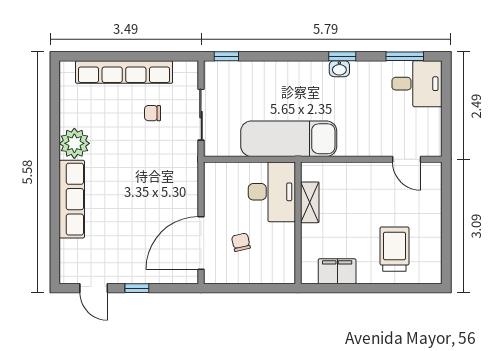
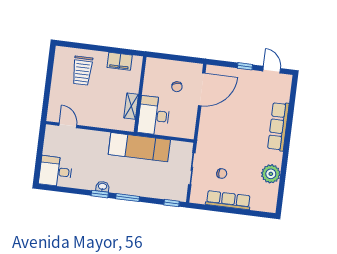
window: (405, 56) -> (128, 198), moved
row of seats: (124, 72) -> (228, 200), width x0.73
plant: (74, 143) -> (271, 174), moved

